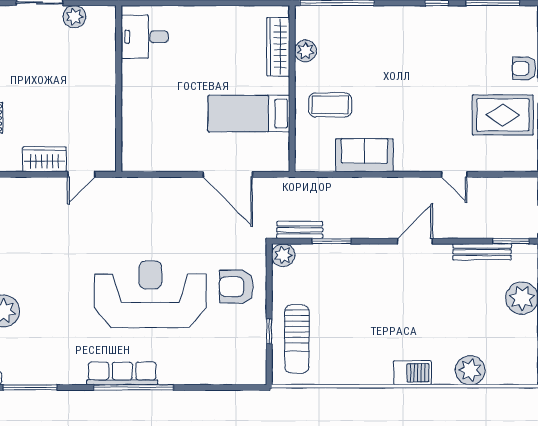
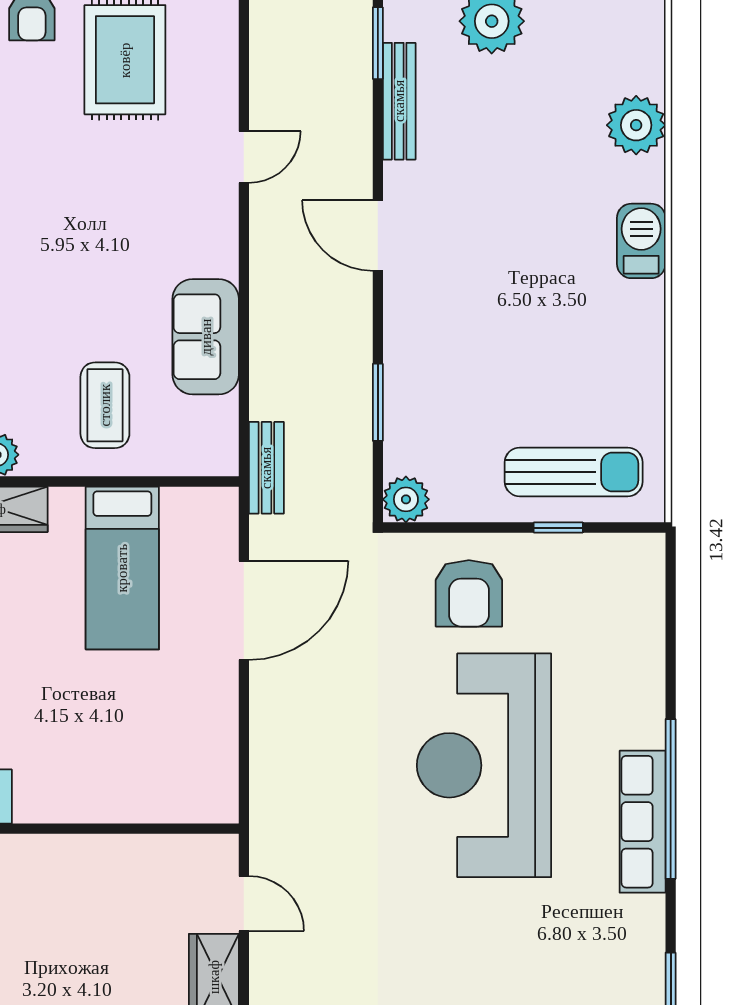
bench: (300, 230) -> (266, 468), moved

